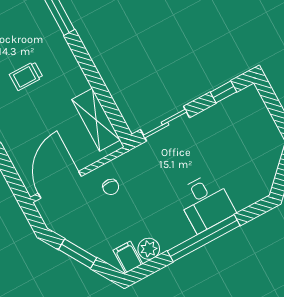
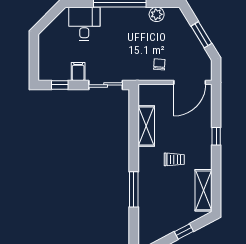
shelving: (96, 120) -> (146, 126), moved
desk: (206, 203) -> (84, 24), moved
filing cabinet: (128, 257) -> (78, 72), moved, turned 180

